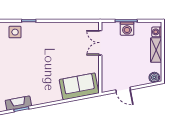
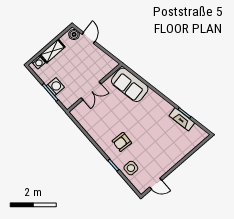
armchair: (41, 42) -> (122, 142), added
double door: (100, 43) -> (91, 91), moved
door: (123, 90) -> (89, 38), moved

